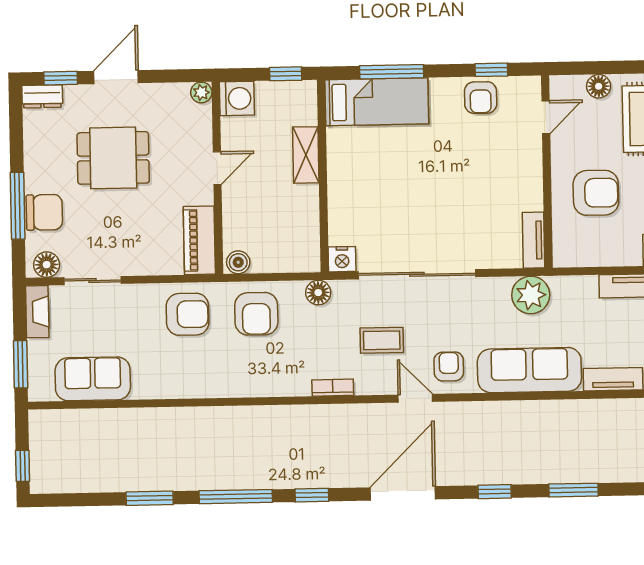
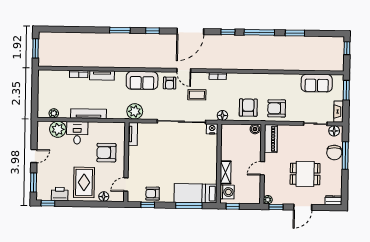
window: (61, 78) -> (276, 207), moved
washing machine: (237, 98) -> (227, 192), moved, turned 180
armchair: (481, 98) -> (153, 194), turned -90
chair: (44, 212) -> (334, 152), turned -90
sofa: (529, 370) -> (142, 80), width x0.73

